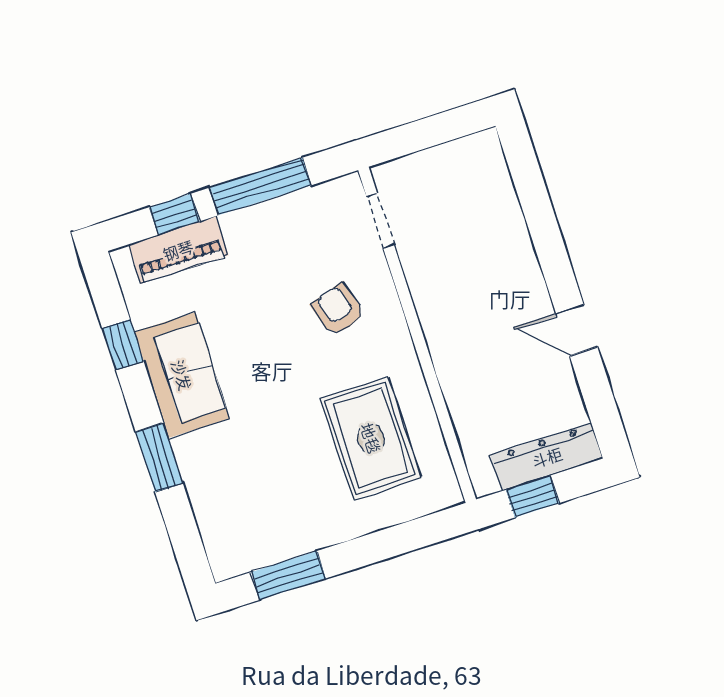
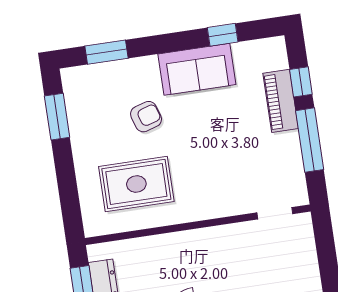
piano: (178, 250) -> (281, 101), moved
armchair: (338, 310) -> (146, 117), moved
window: (159, 458) -> (106, 52), moved

